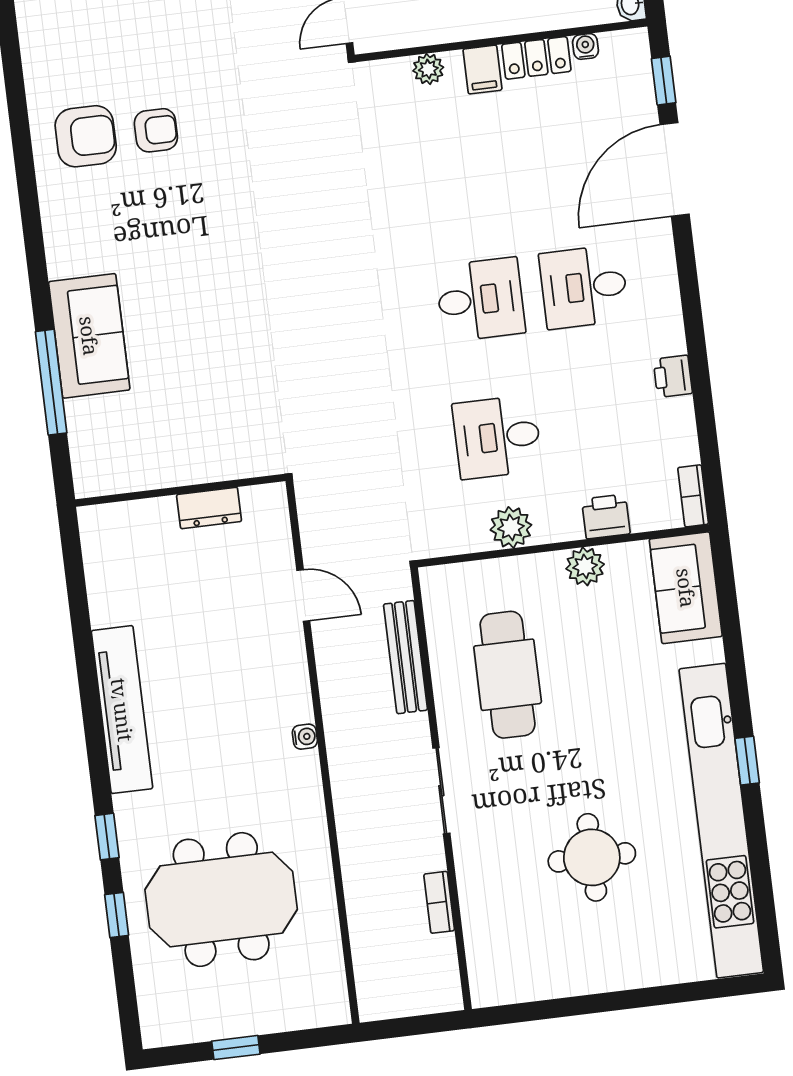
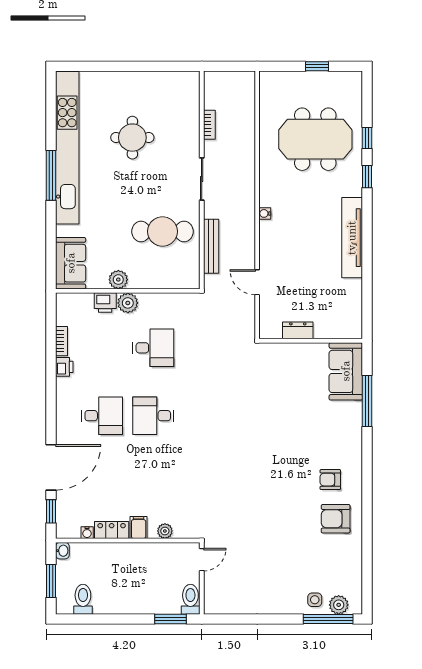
armchair: (156, 130) -> (330, 480), moved
sofa: (89, 336) -> (346, 371), moved
bookcase: (693, 496) -> (62, 341), moved
plant: (511, 527) -> (128, 303), moved
cafe table: (508, 675) -> (162, 231), turned 90
window: (747, 761) -> (51, 175), width x2.17

